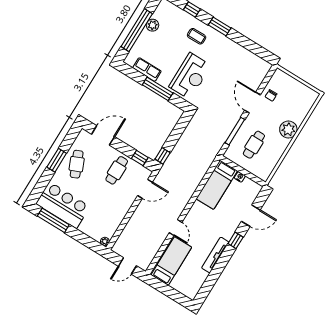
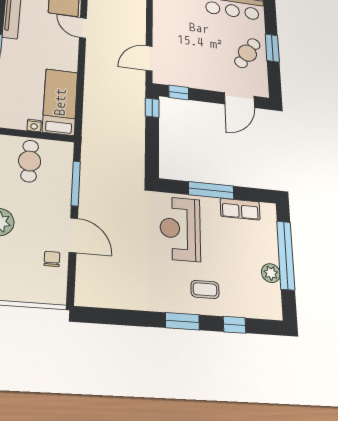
cafe table: (254, 145) -> (30, 161), moved
cafe table: (77, 164) -> (247, 53), turned 55
cafe table: (117, 170) -> (197, 66), removed

